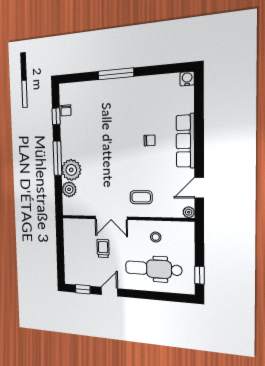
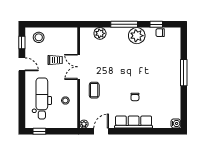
plant: (71, 170) -> (137, 36), moved
door: (199, 188) -> (101, 131), hinge flipped
stool: (76, 268) -> (39, 37), added

